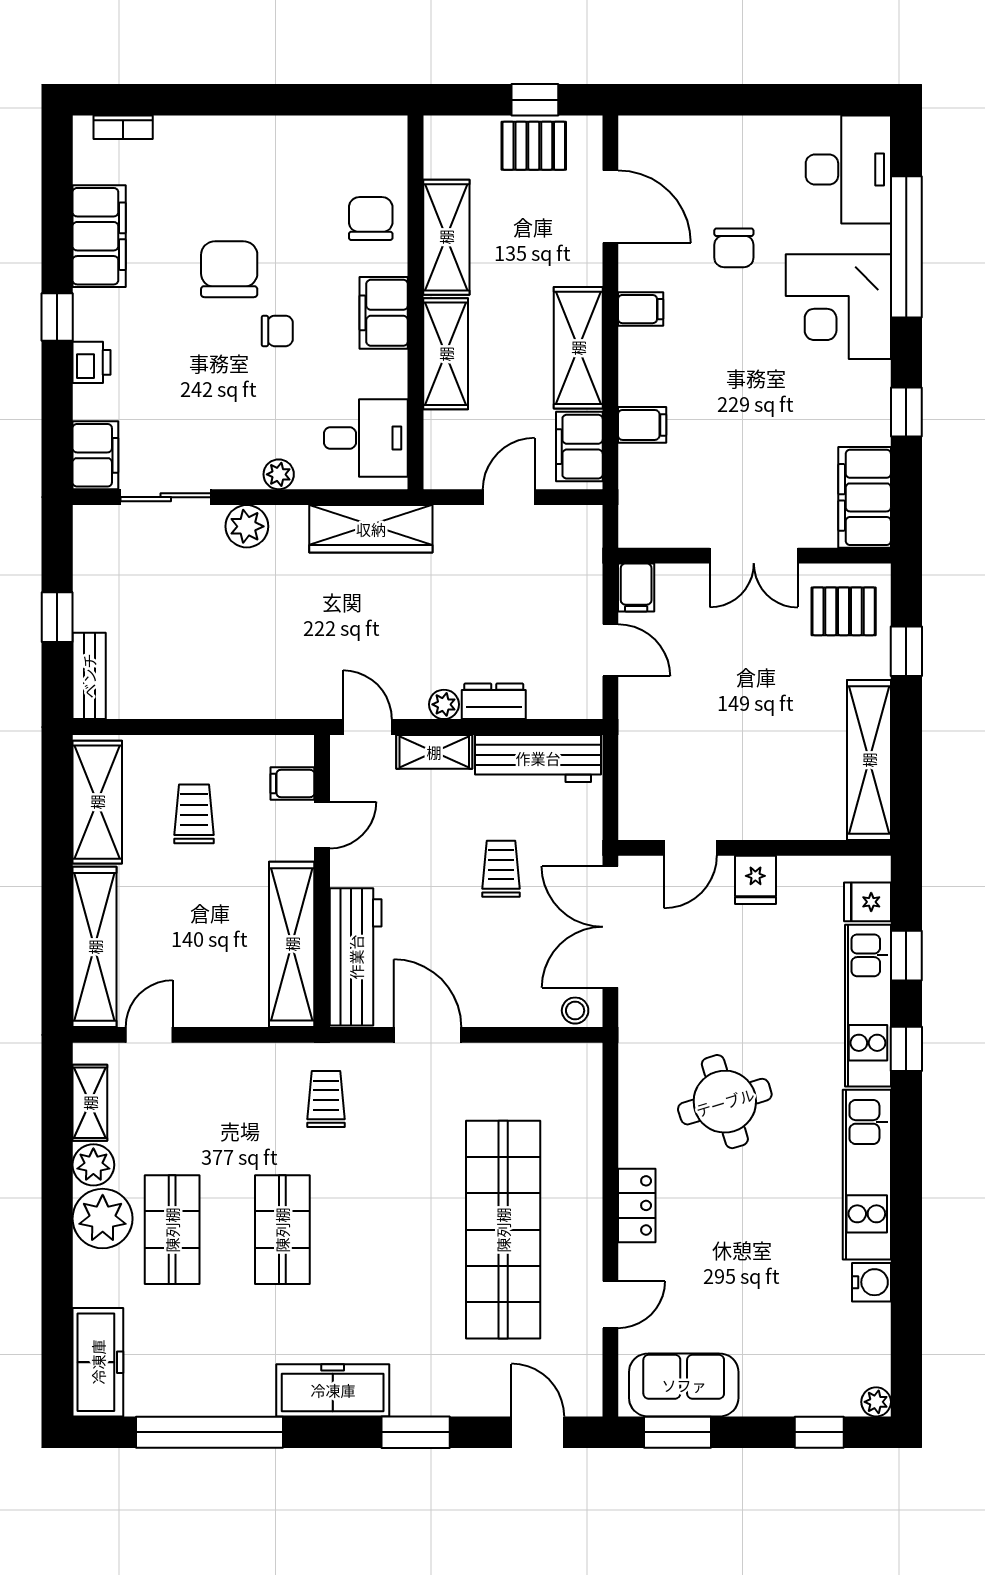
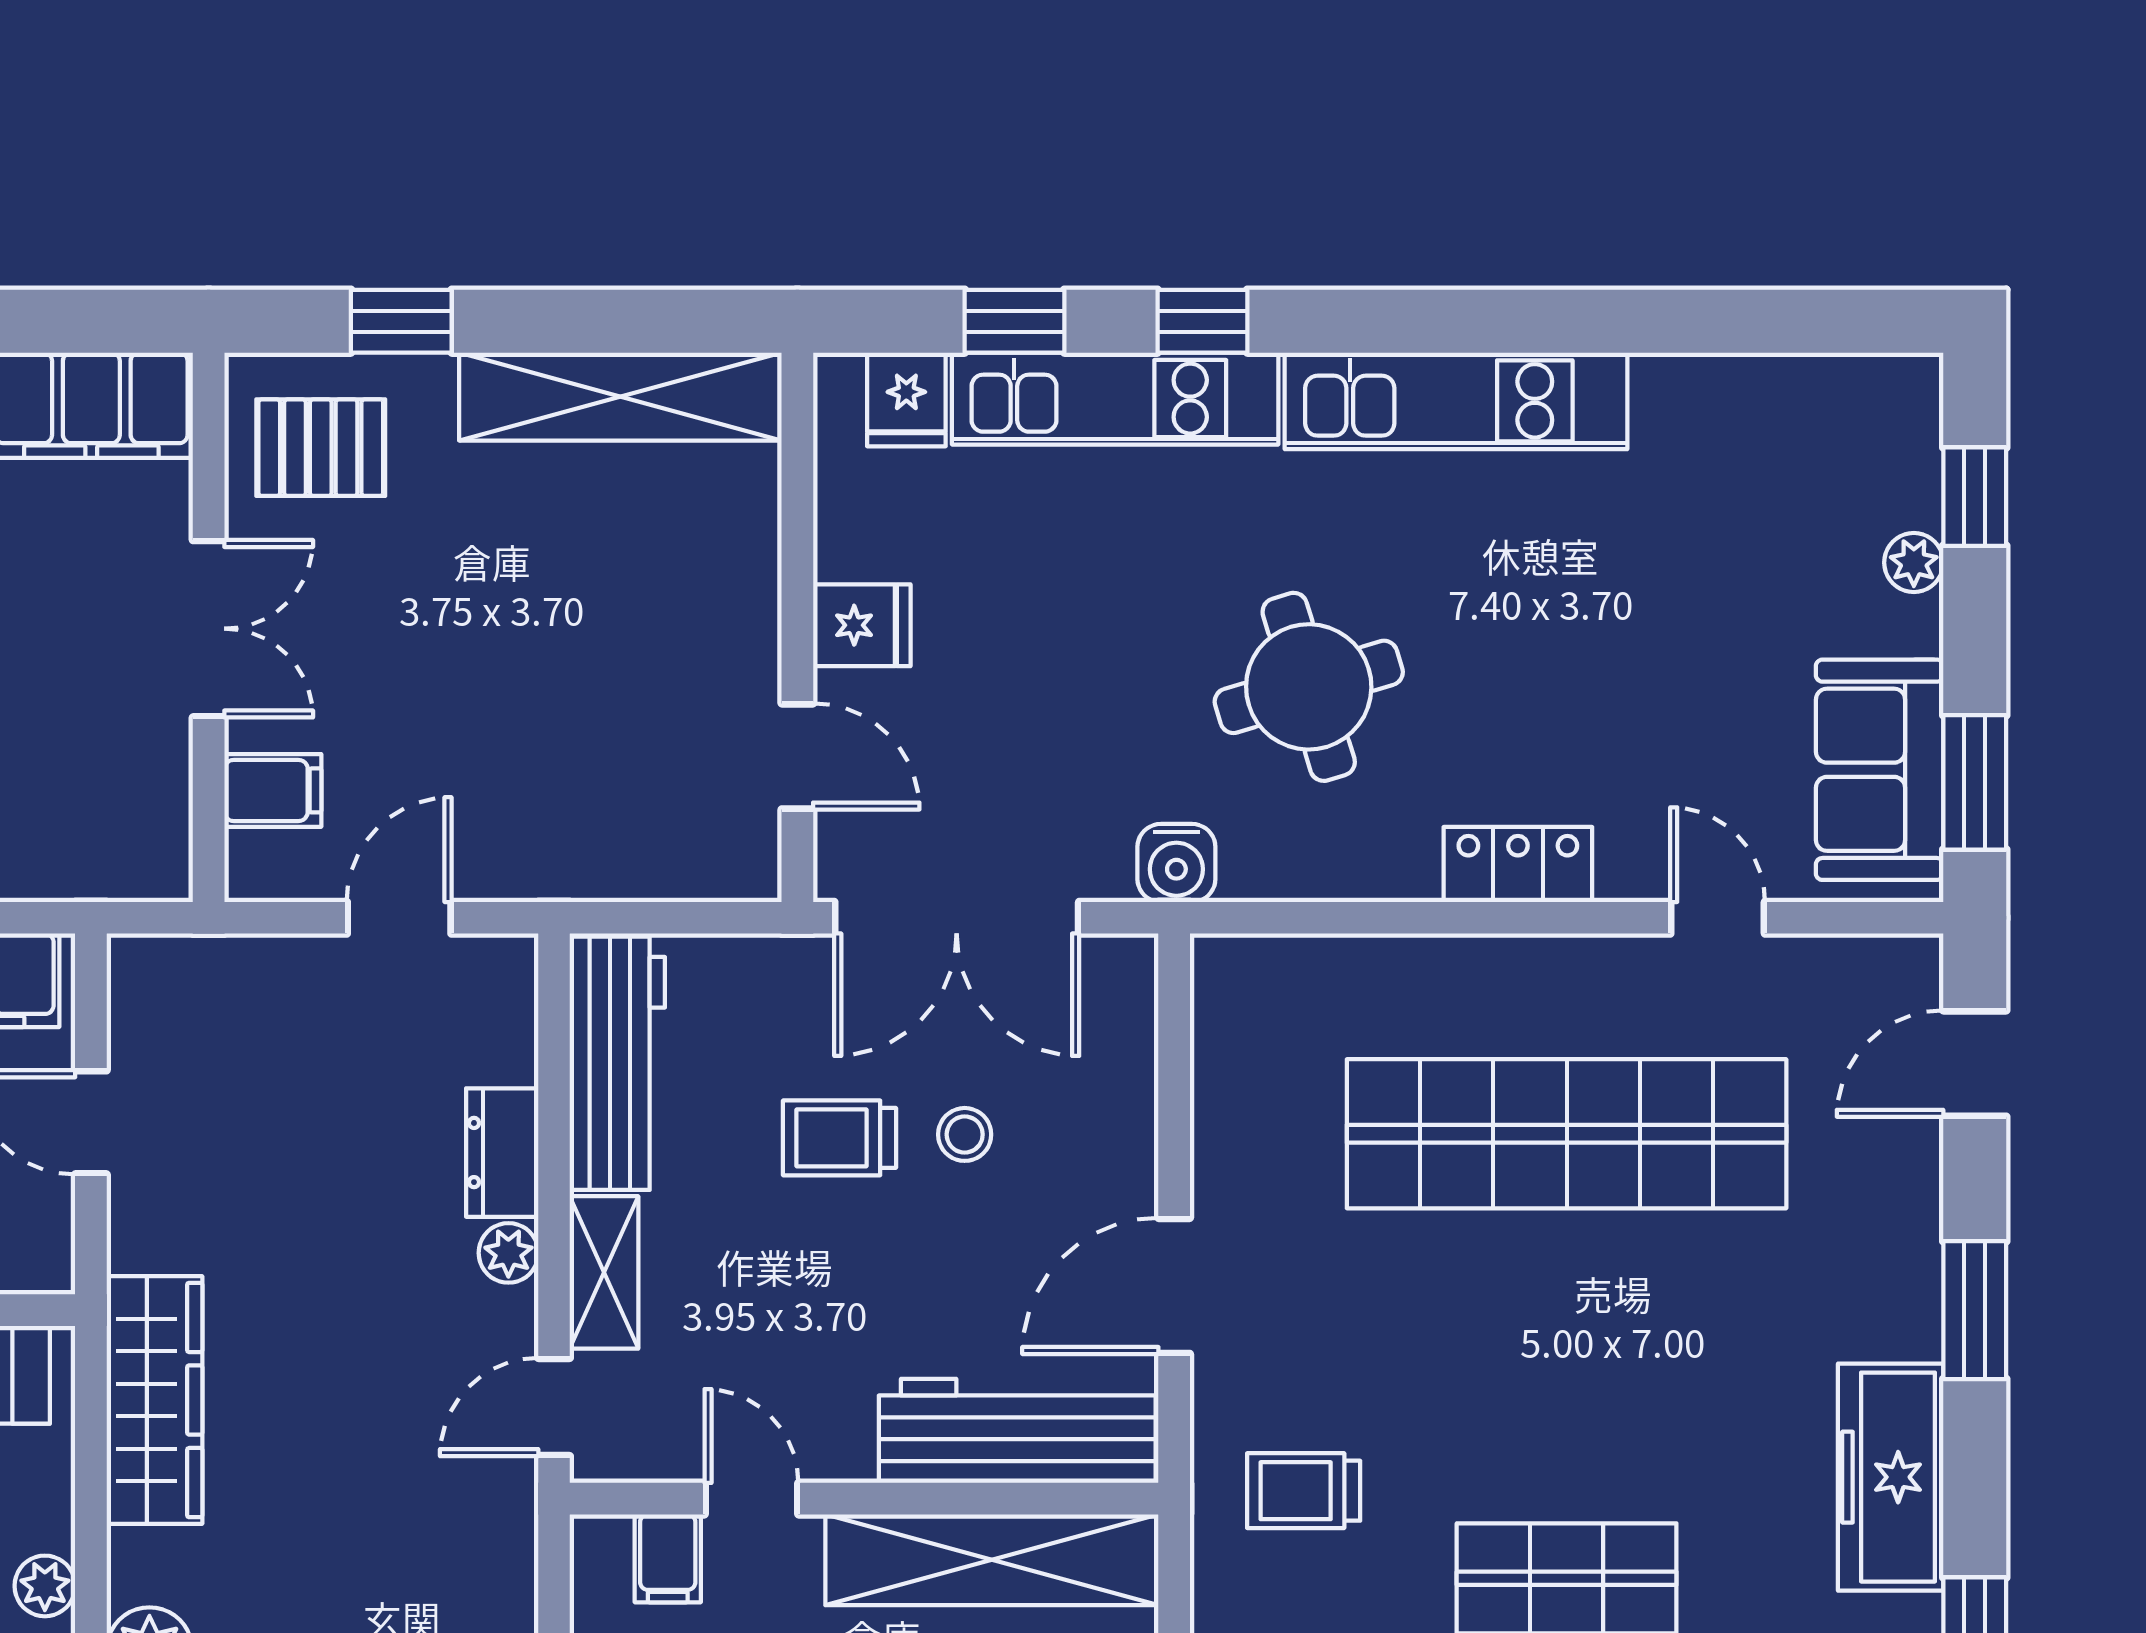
filing cabinet: (636, 587) -> (273, 790), moved
pallet: (844, 611) -> (321, 448), turned 90
stool: (575, 1011) -> (965, 1134), moved
water cooler: (871, 1282) -> (1176, 863), moved, turned 180
plant: (876, 1402) -> (1914, 563), moved

